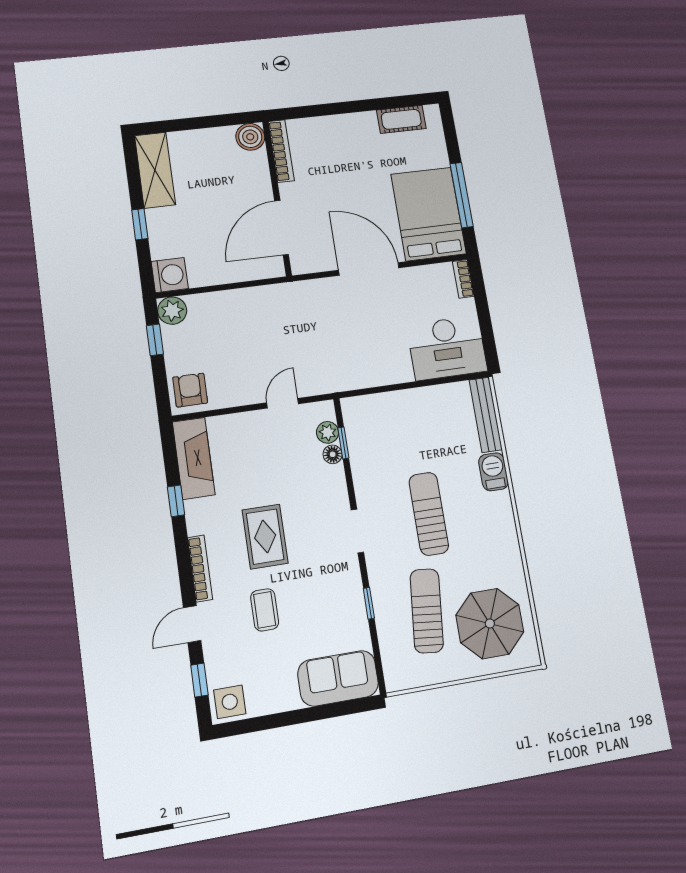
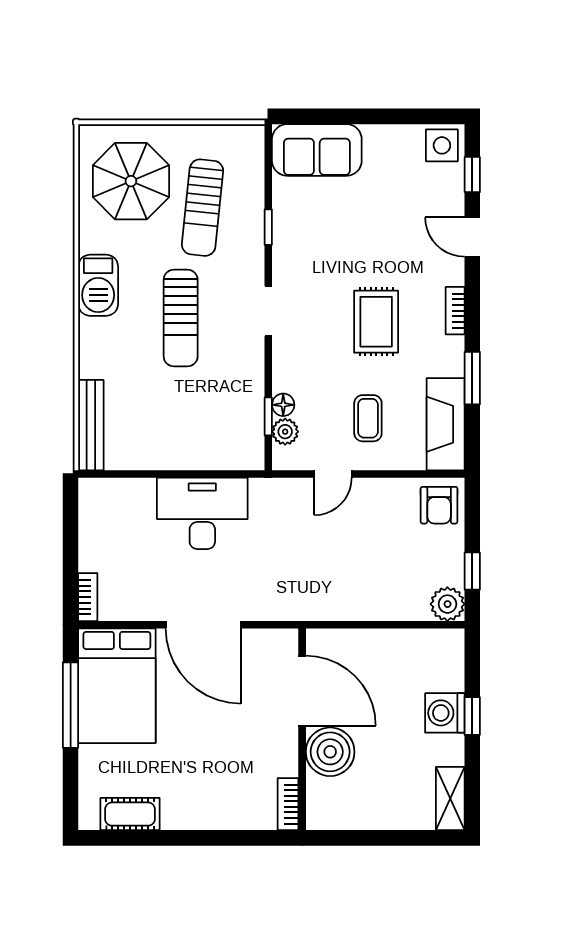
boiler: (250, 137) -> (330, 752), moved, width x1.37, depth x1.37
bookcase: (281, 151) -> (288, 804), width x0.64
shelving: (155, 170) -> (450, 799), width x0.67, depth x0.75
door: (282, 228) -> (302, 691), hinge flipped
washing machine: (170, 275) -> (445, 713), moved
desk: (447, 348) -> (202, 513), moved
barbecue: (493, 472) -> (98, 285), moved, width x1.38, depth x1.27
window: (176, 501) -> (472, 378), width x1.50
bookcase: (200, 568) -> (455, 311), width x0.64
coffee table: (265, 610) -> (368, 418), moved
door: (192, 624) -> (472, 237), swing flipped

